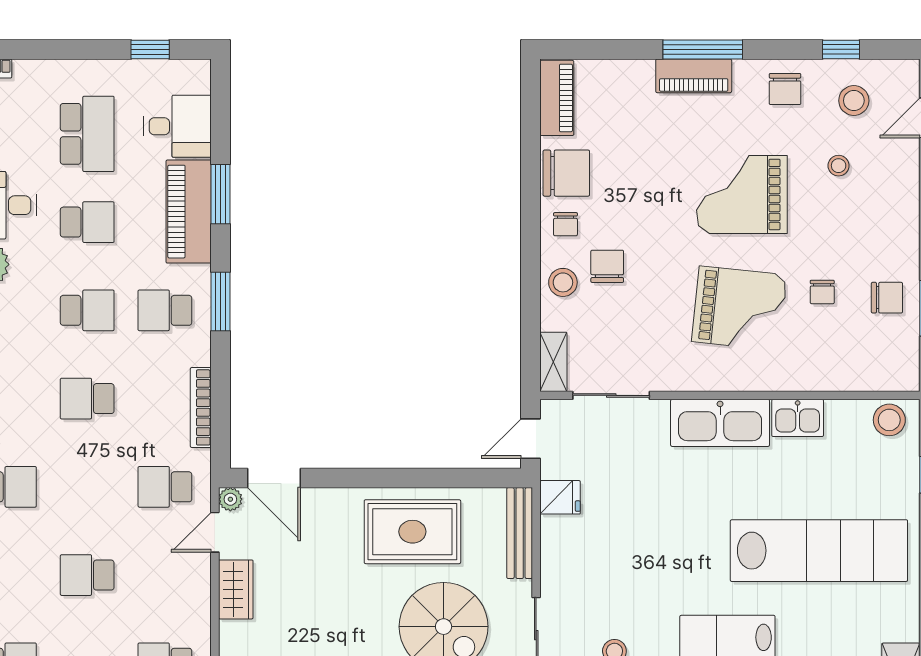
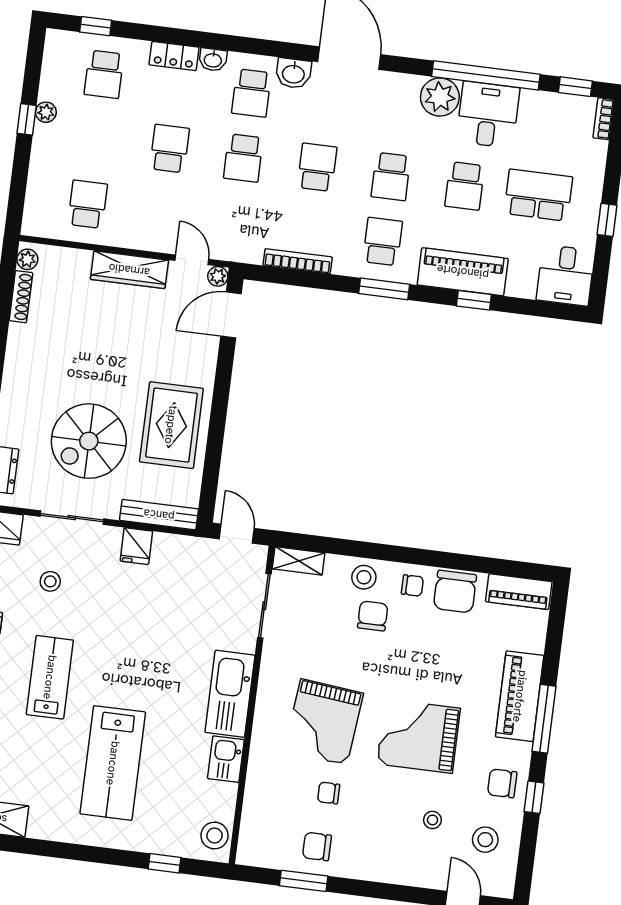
window: (150, 49) -> (607, 220), moved
window: (841, 49) -> (534, 797), moved
piano: (694, 76) -> (520, 696), width x1.37, depth x1.33
desk: (177, 126) -> (565, 275), moved
school desk: (87, 134) -> (538, 195), turned 180
window: (220, 194) -> (474, 300), width x0.67
grand piano: (742, 194) -> (419, 736), turned -90
chair: (565, 224) -> (412, 586), turned 180
chair: (607, 266) -> (373, 616), turned -90
chair: (887, 298) -> (317, 846), turned 90
school desk: (165, 487) -> (243, 158), moved, turned 180
fridge: (560, 497) -> (136, 546), moved
lab bench: (819, 551) -> (113, 763), width x0.73
wardrobe: (236, 589) -> (129, 270), width x1.50

